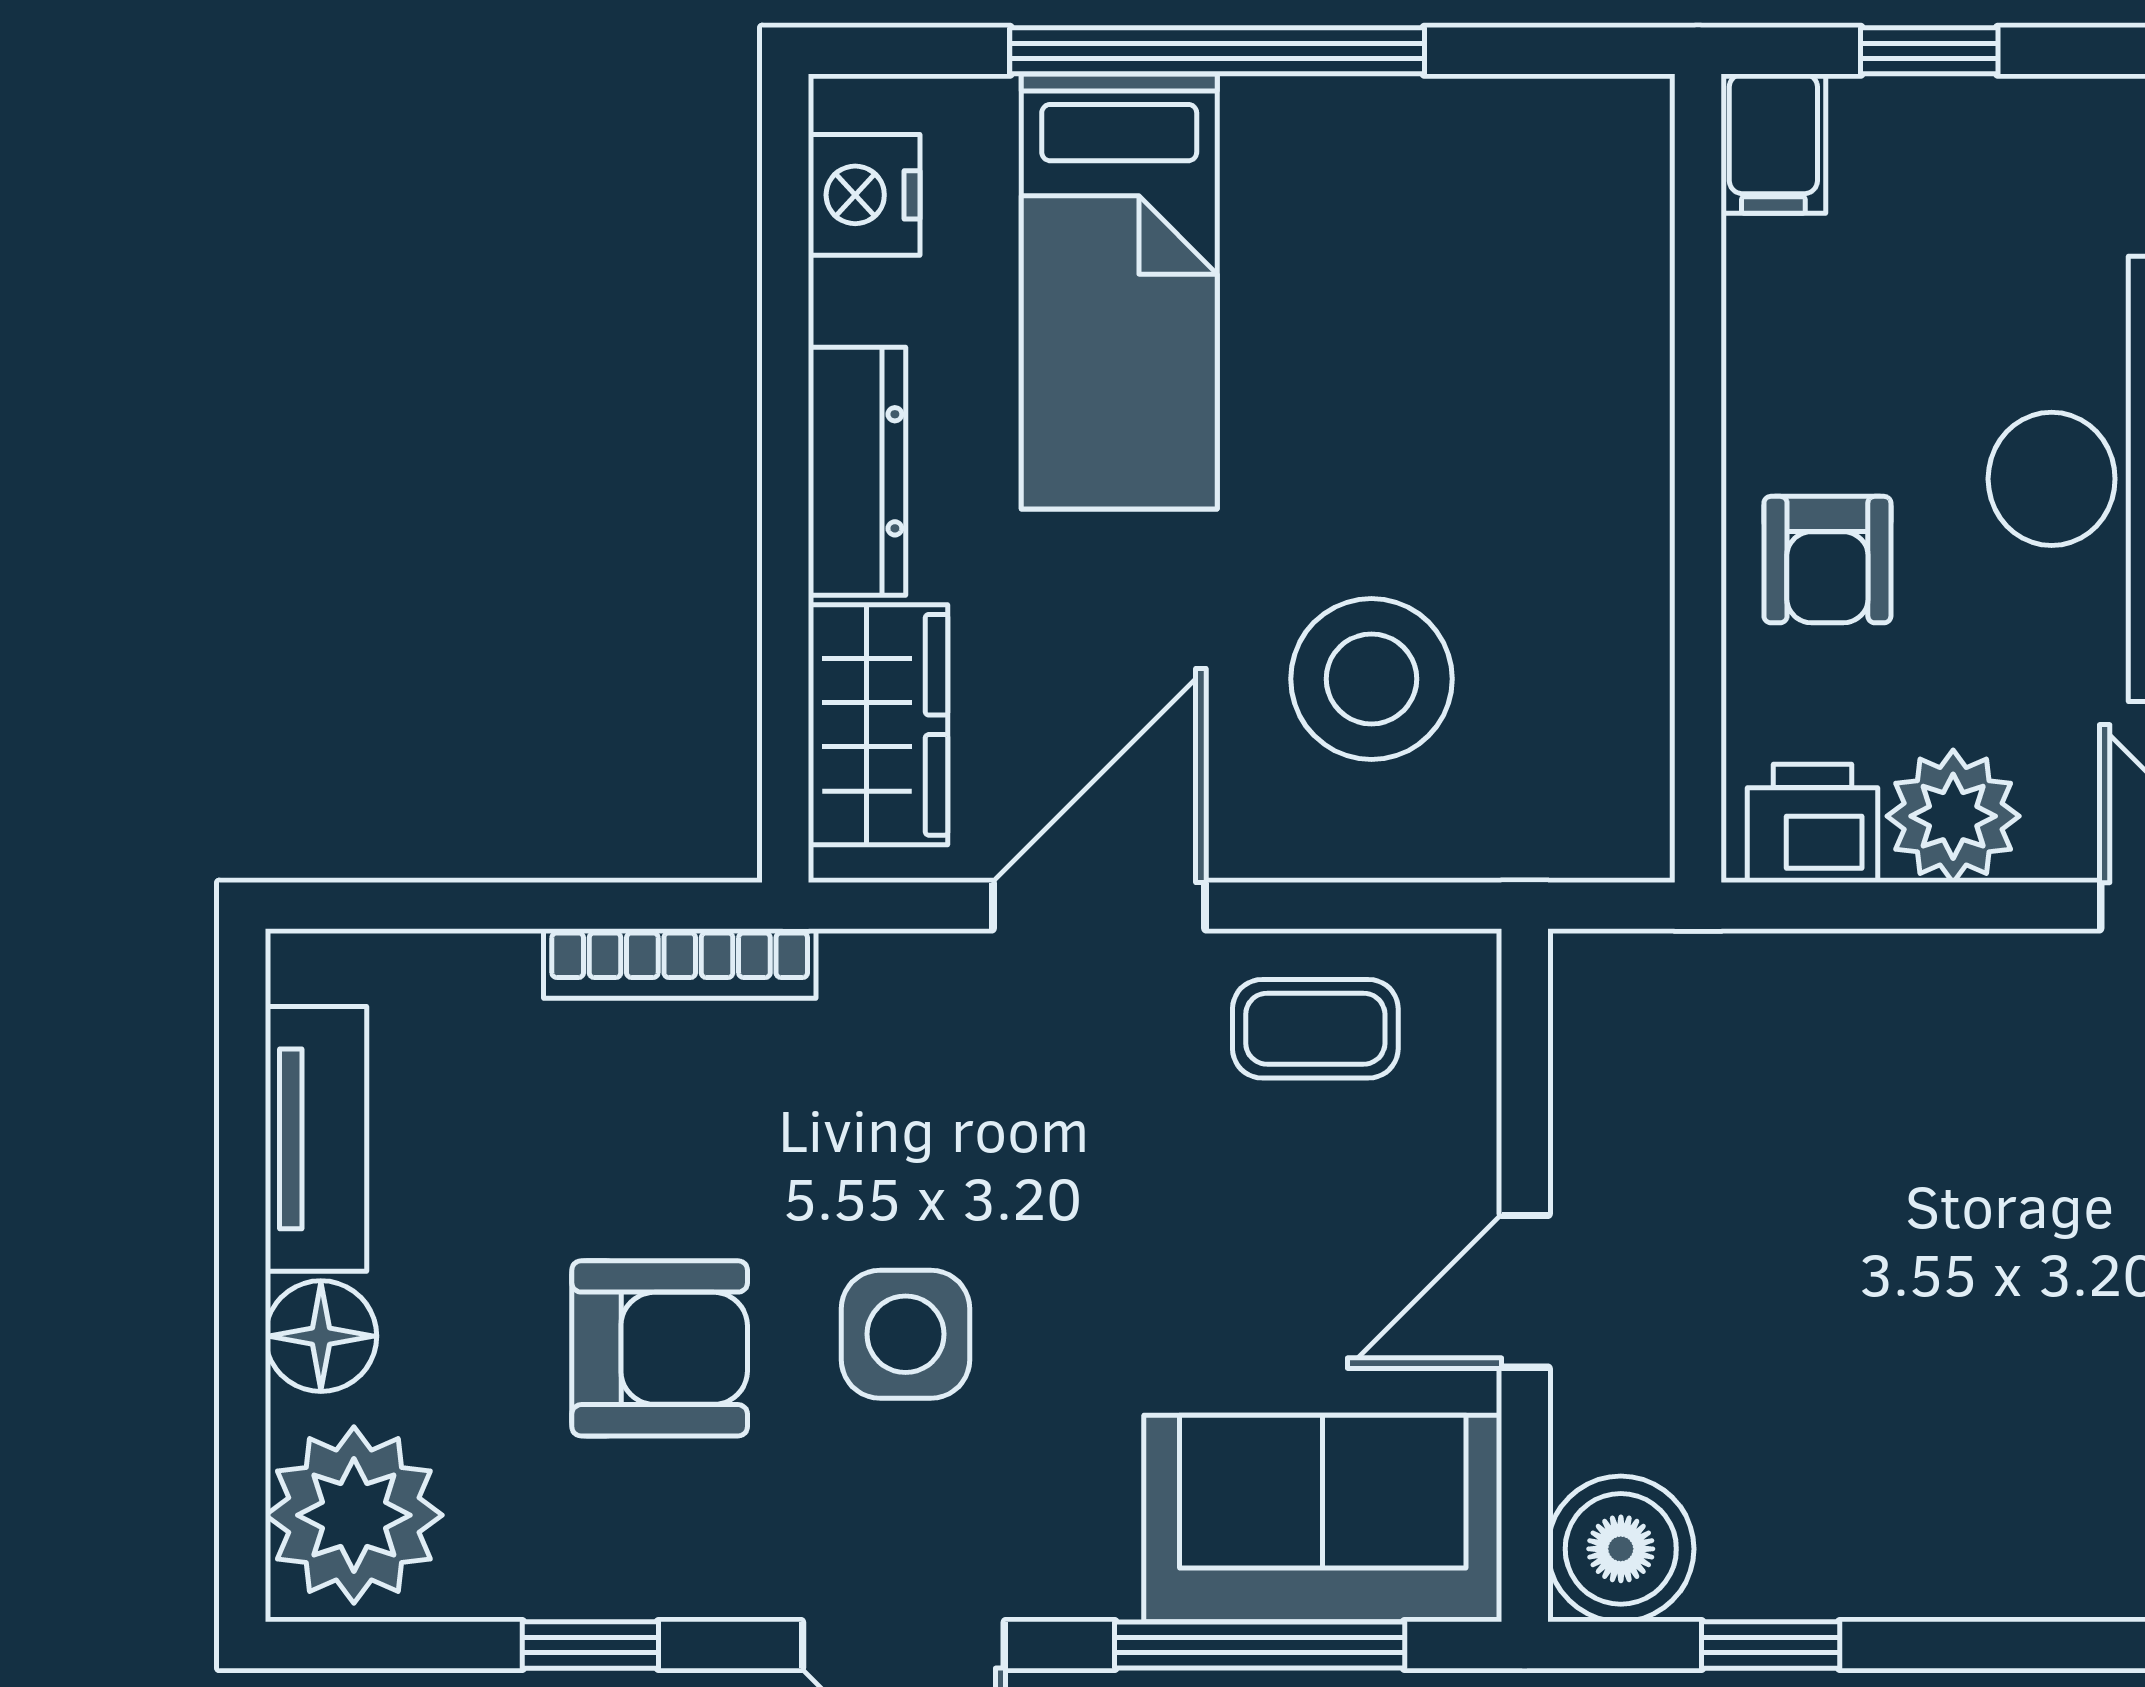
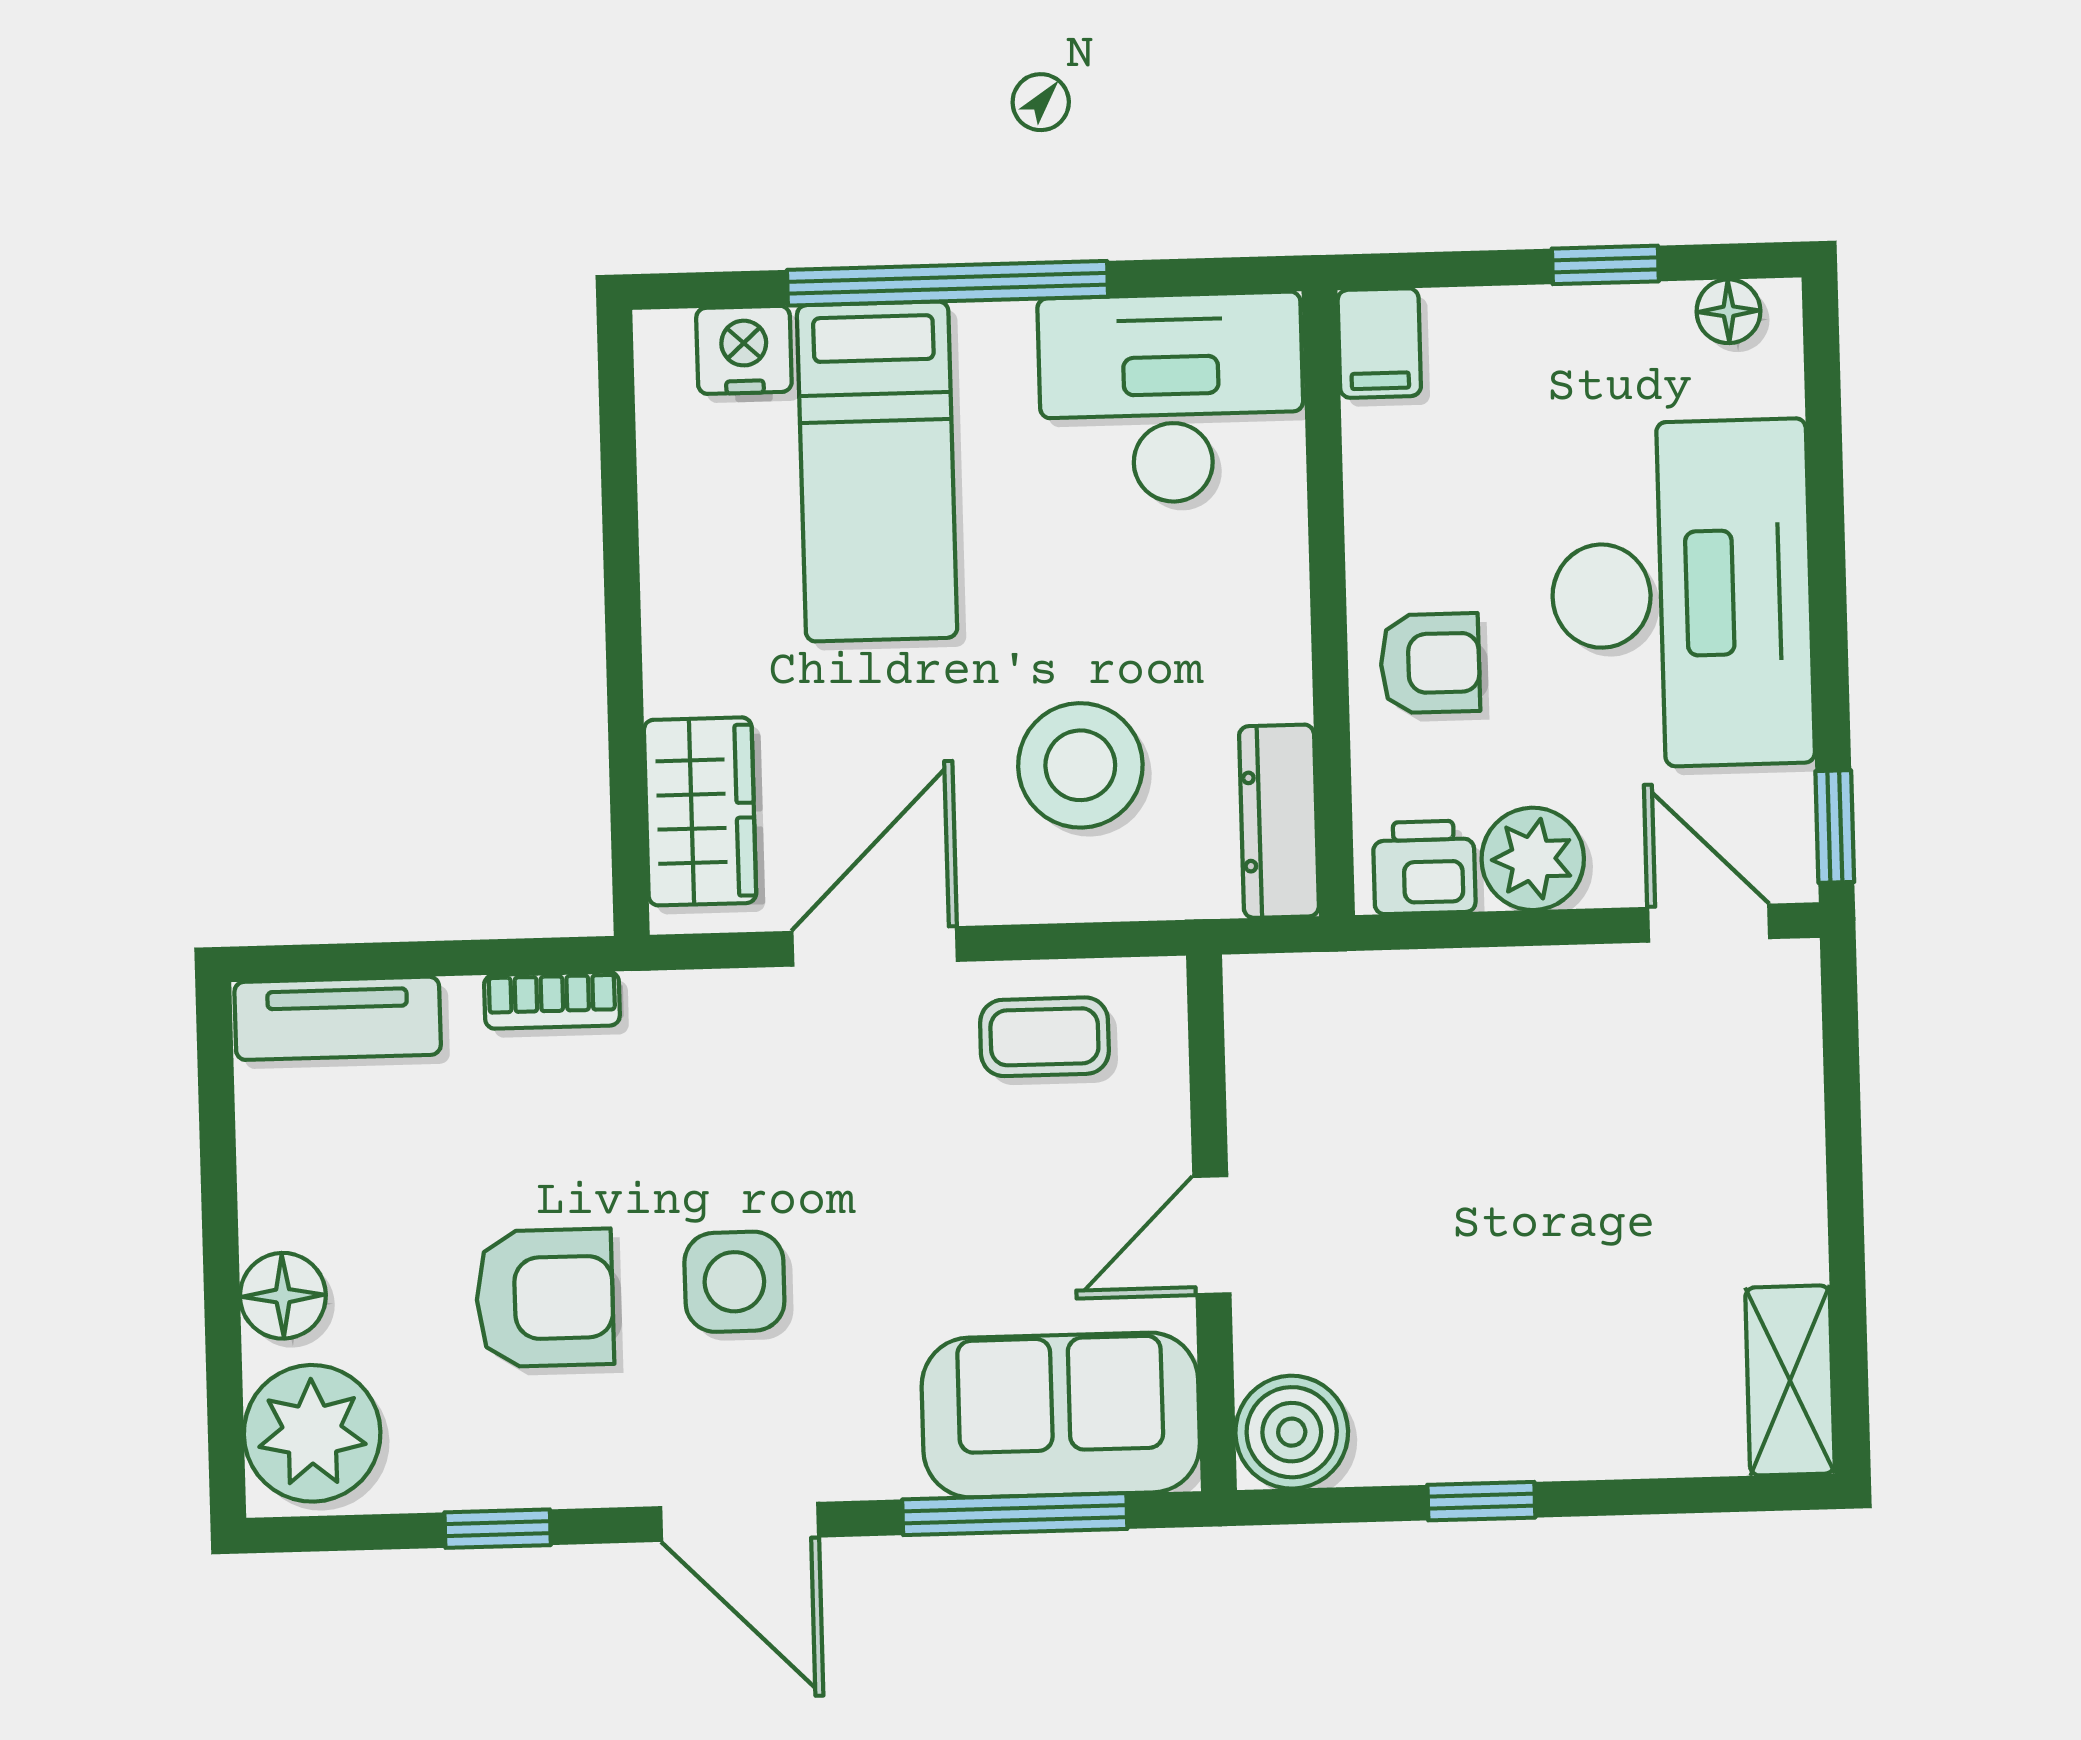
window: (1929, 51) -> (1605, 265), moved
nightstand: (864, 195) -> (744, 350), moved, turned 90
desk: (1503, 208) -> (1171, 398), added
dresser: (857, 471) -> (1279, 821), moved, turned 180
armchair: (1827, 560) -> (1430, 663), turned -90
bookcase: (680, 964) -> (552, 1000), width x0.64
tv unit: (316, 1139) -> (338, 1018), moved, turned 90
window: (1771, 1645) -> (1481, 1501), moved

